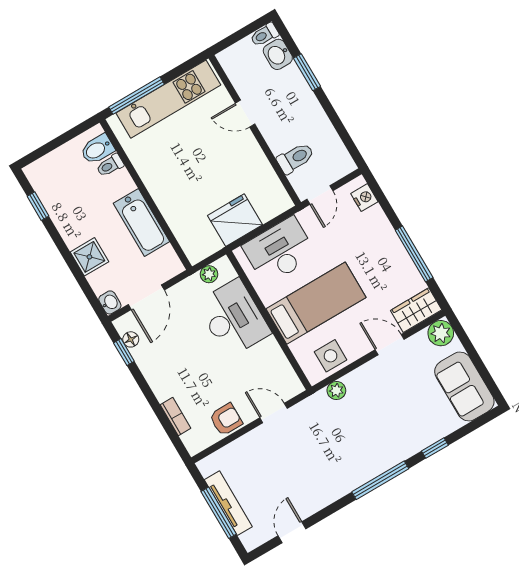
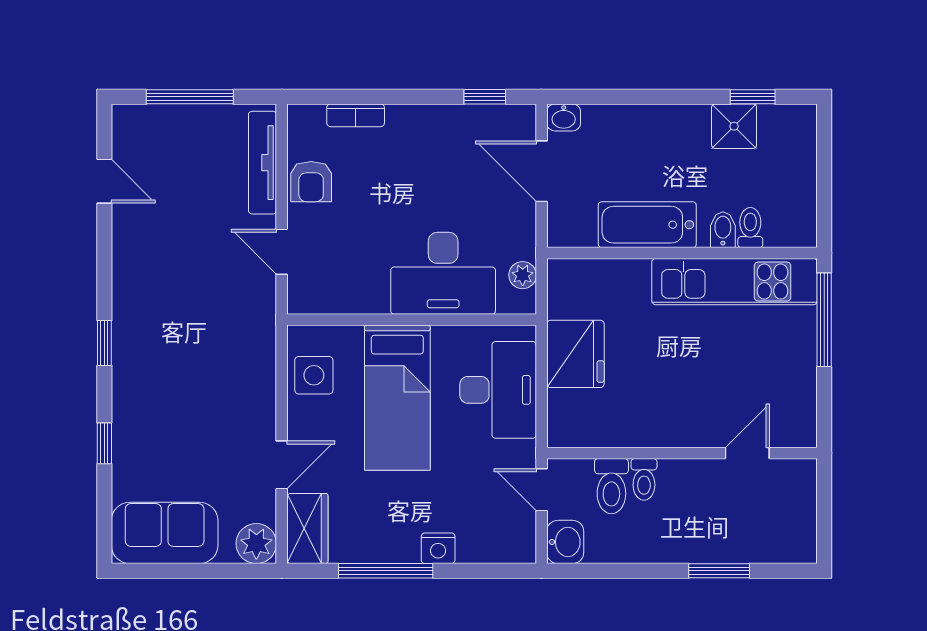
toilet: (264, 35) -> (644, 479), moved, turned 180
washbasin: (278, 54) -> (565, 542), moved, turned 90
kitchen unit: (168, 99) -> (735, 282), moved, turned -90
door: (245, 114) -> (747, 453), moved
bidet: (97, 149) -> (723, 230), moved, width x0.72, depth x0.74
nightstand: (364, 198) -> (438, 548), moved
shower: (89, 257) -> (734, 126), moved
floor lamp: (131, 339) -> (497, 116), removed
plant: (336, 390) -> (262, 355), removed
door: (274, 413) -> (282, 252), swing flipped
window: (380, 480) -> (104, 343), width x0.46
tv unit: (228, 503) -> (262, 163), moved, turned 90

